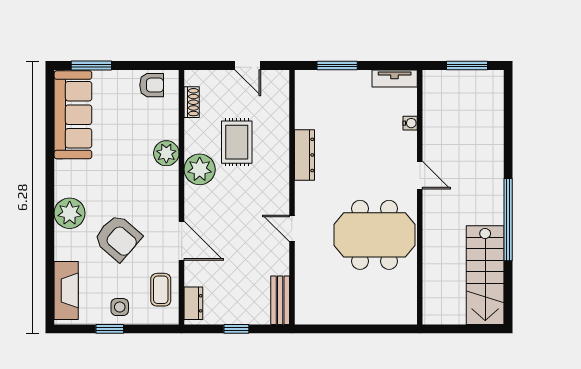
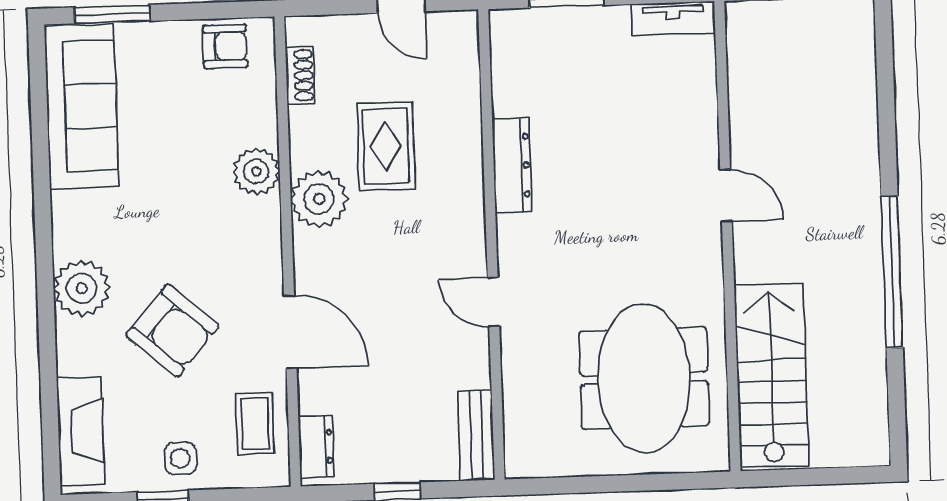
water cooler: (410, 123) -> (705, 100), removed
meeting table: (375, 235) -> (644, 378), moved, turned 90
stairs: (485, 275) -> (772, 375), moved, turned 180

